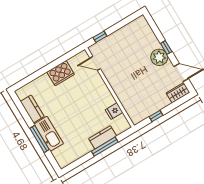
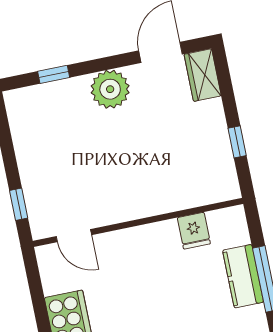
window: (166, 47) -> (54, 74), moved
door: (95, 63) -> (74, 236), hinge flipped

